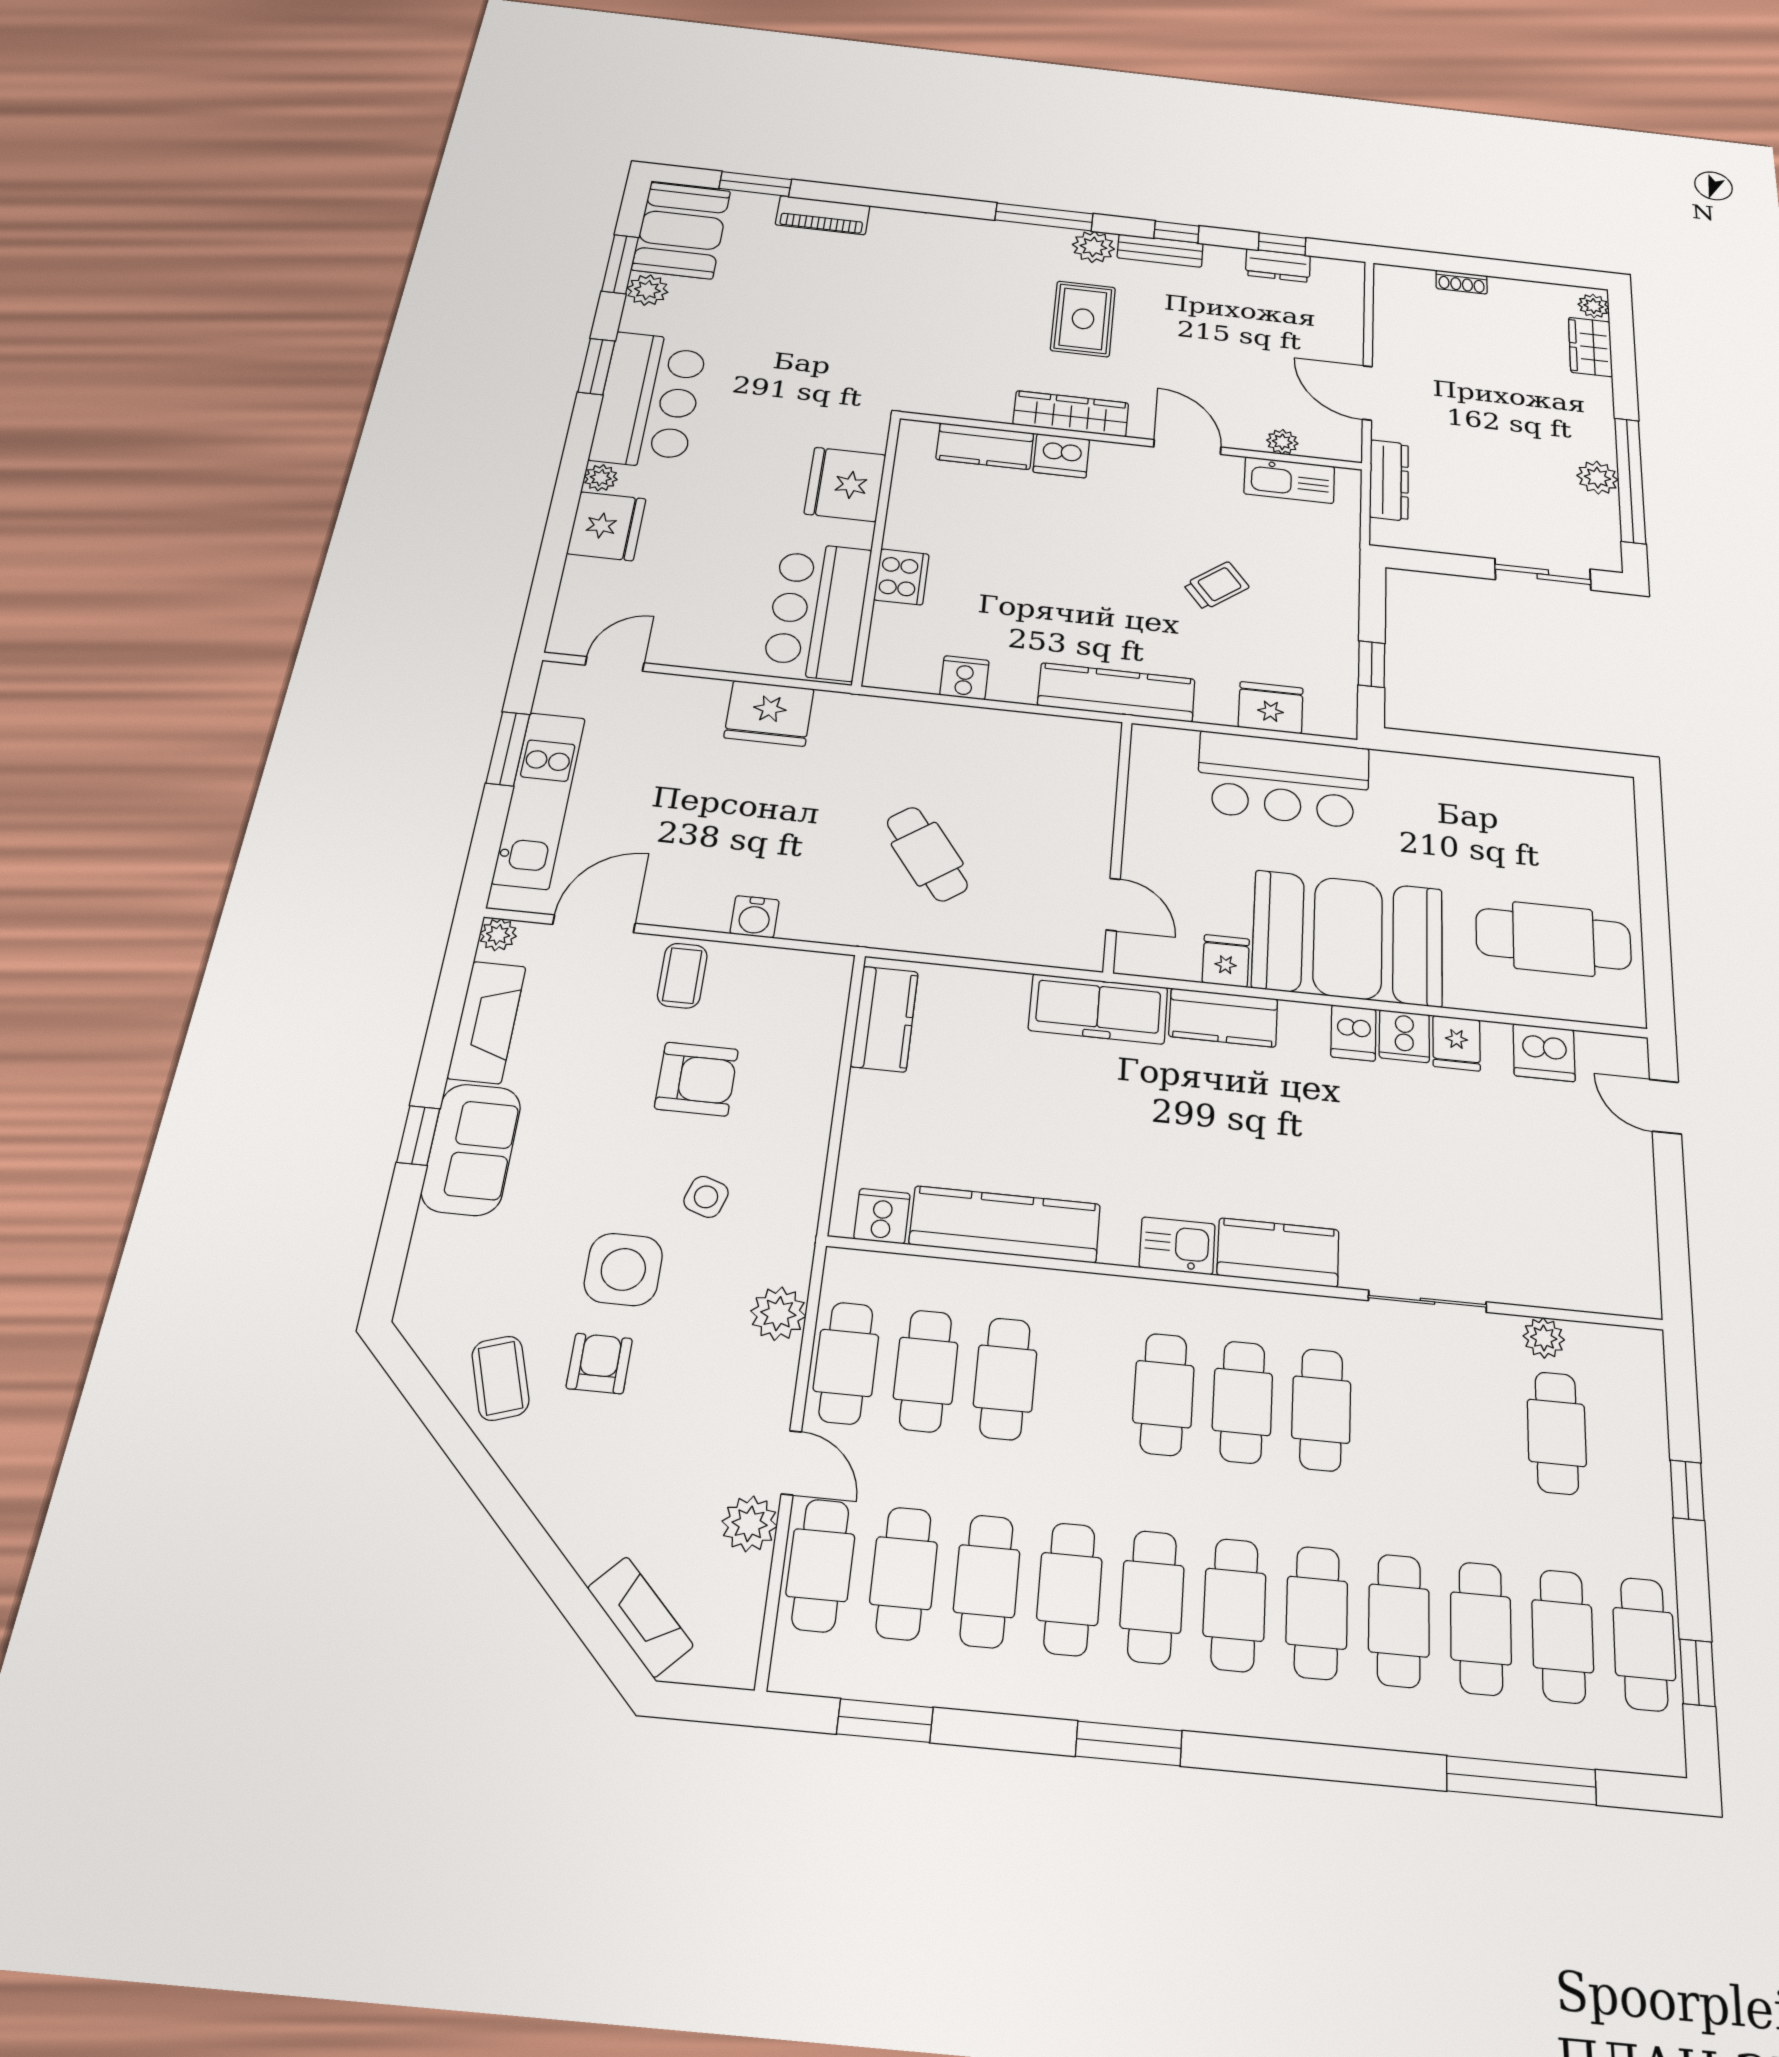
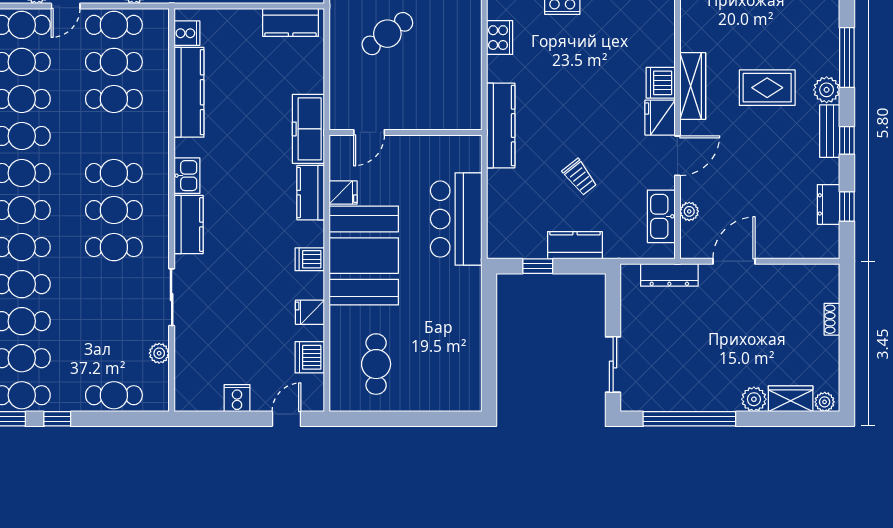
kitchen counter: (985, 446) -> (575, 245), moved, turned 90
plant: (1597, 478) -> (754, 399), moved
cooker: (964, 678) -> (500, 38), width x1.36
fridge: (1271, 708) -> (660, 118), moved, turned 180
cafe table: (1553, 939) -> (376, 364), width x0.73, depth x0.74
cooker: (1404, 1036) -> (237, 398), moved, turned 90
cafe table: (1557, 1433) -> (114, 395), moved
window: (1687, 1490) -> (57, 419), moved

